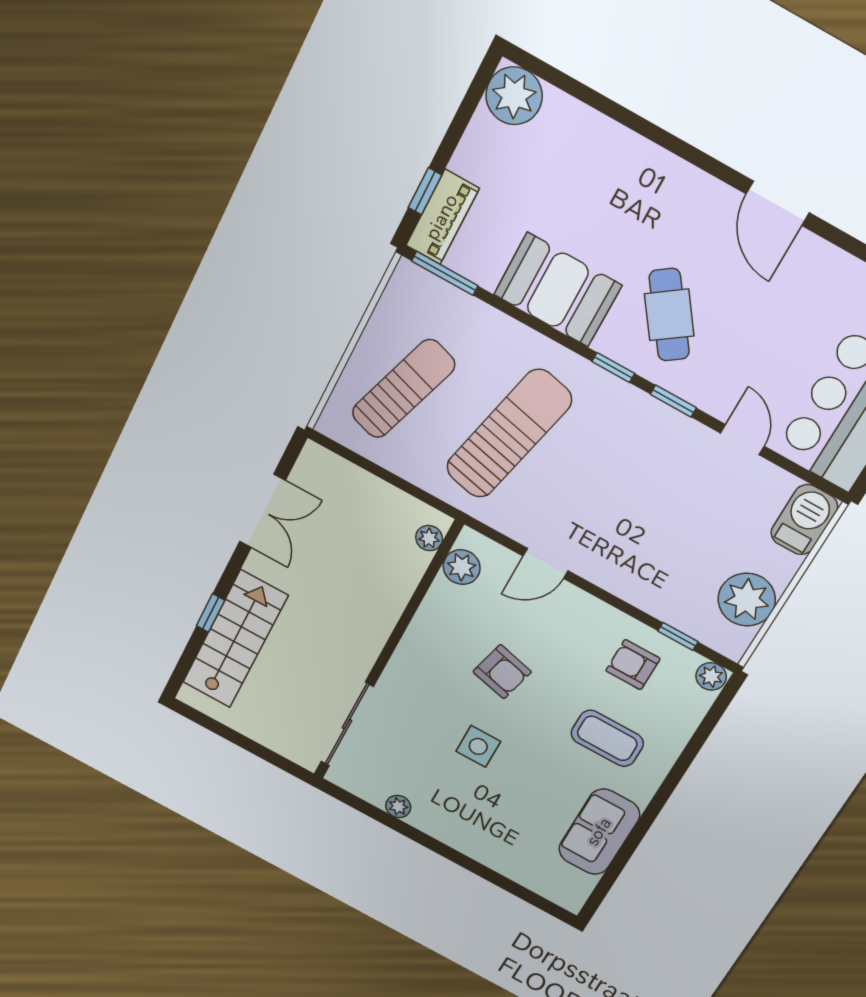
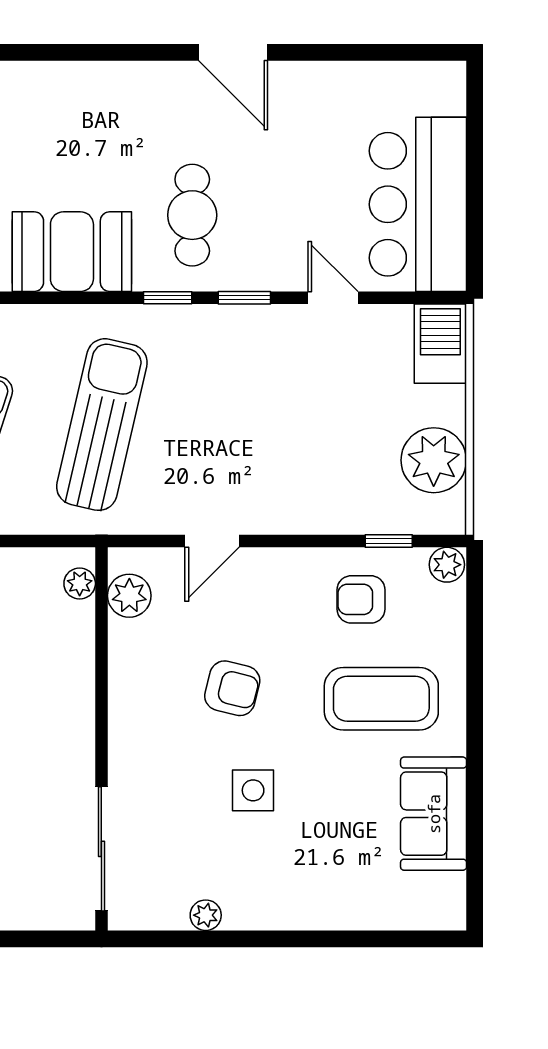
cafe table: (669, 315) -> (192, 215), turned 36
coffee table: (607, 738) -> (381, 699), width x1.36, depth x1.32

